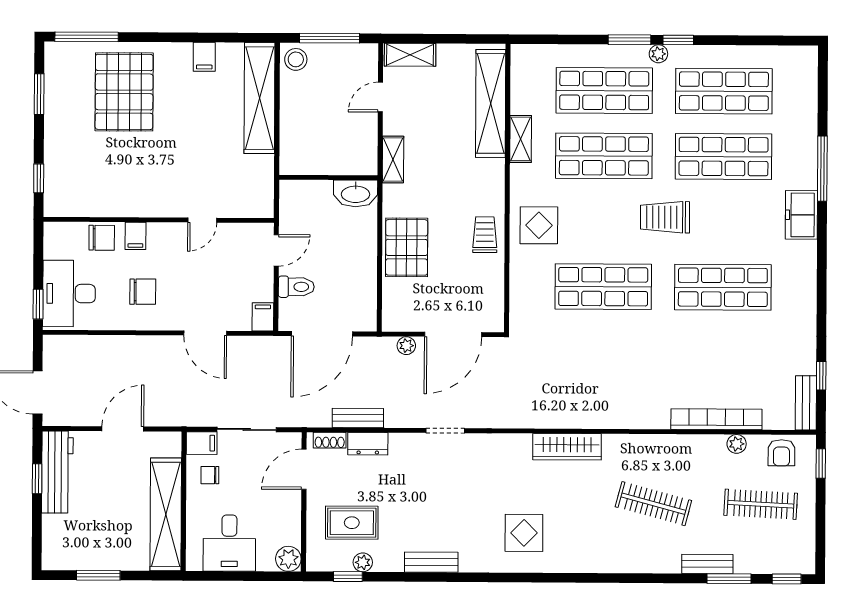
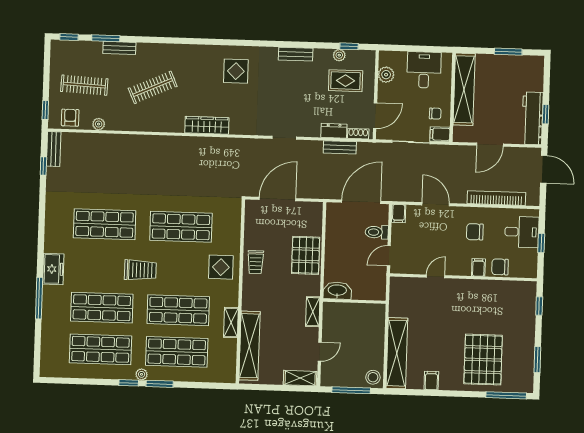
desk: (69, 293) -> (522, 232), width x0.73
window: (38, 304) -> (541, 243), moved
plant: (406, 346) -> (308, 193), removed
bookcase: (716, 419) -> (496, 198), moved, turned 180
clothes rail: (653, 504) -> (153, 87), turned -39
plant: (288, 559) -> (386, 75), moved

